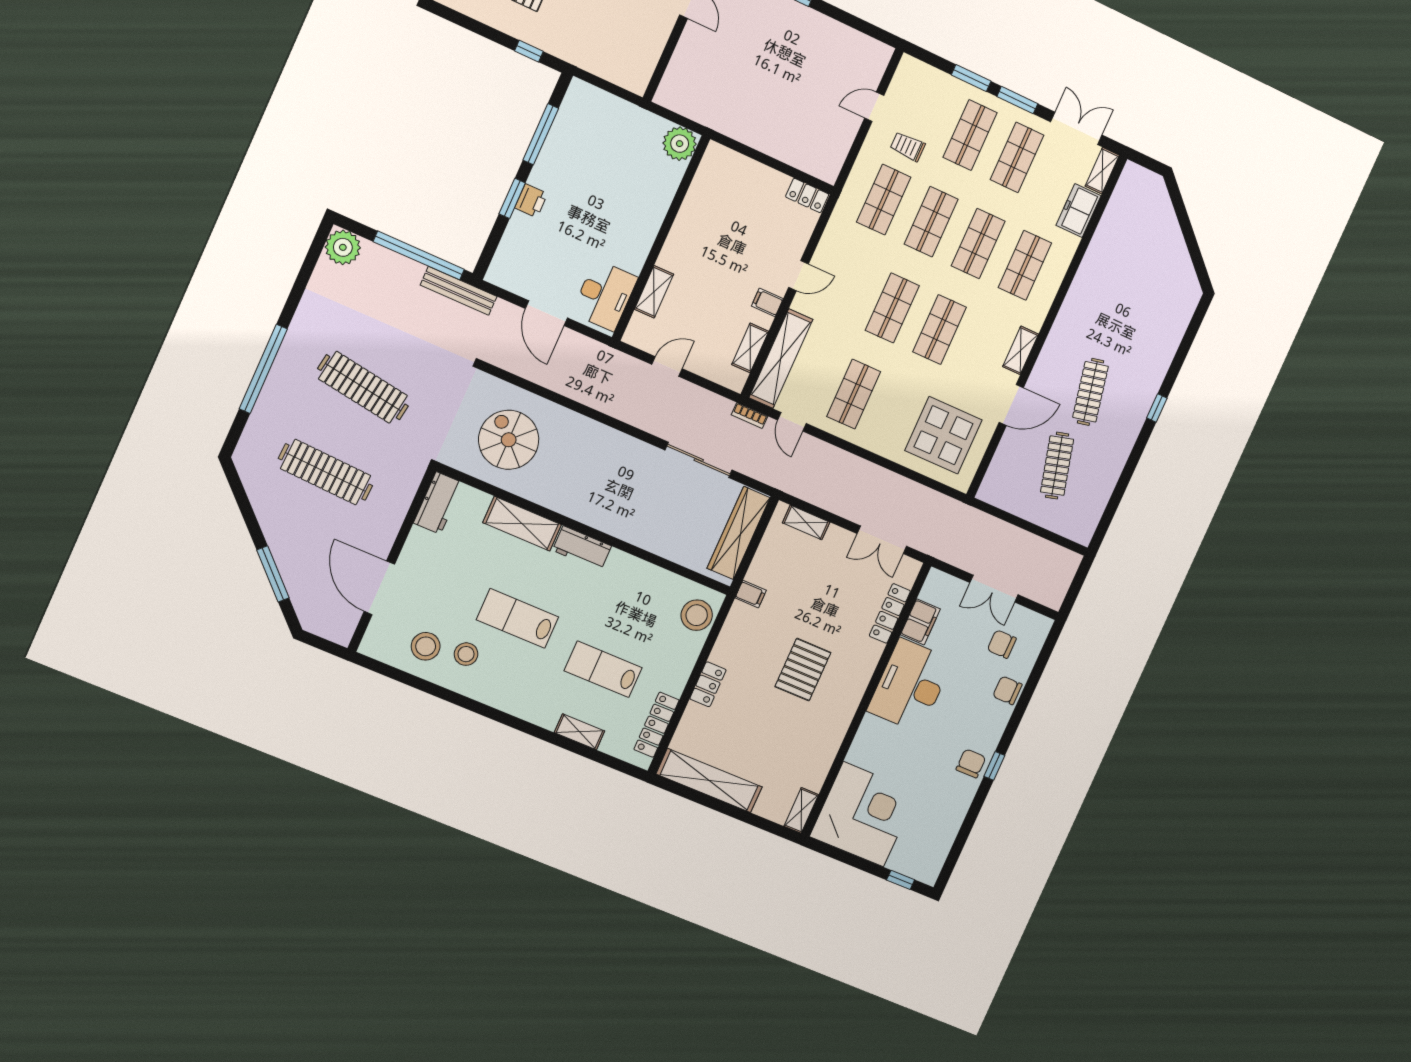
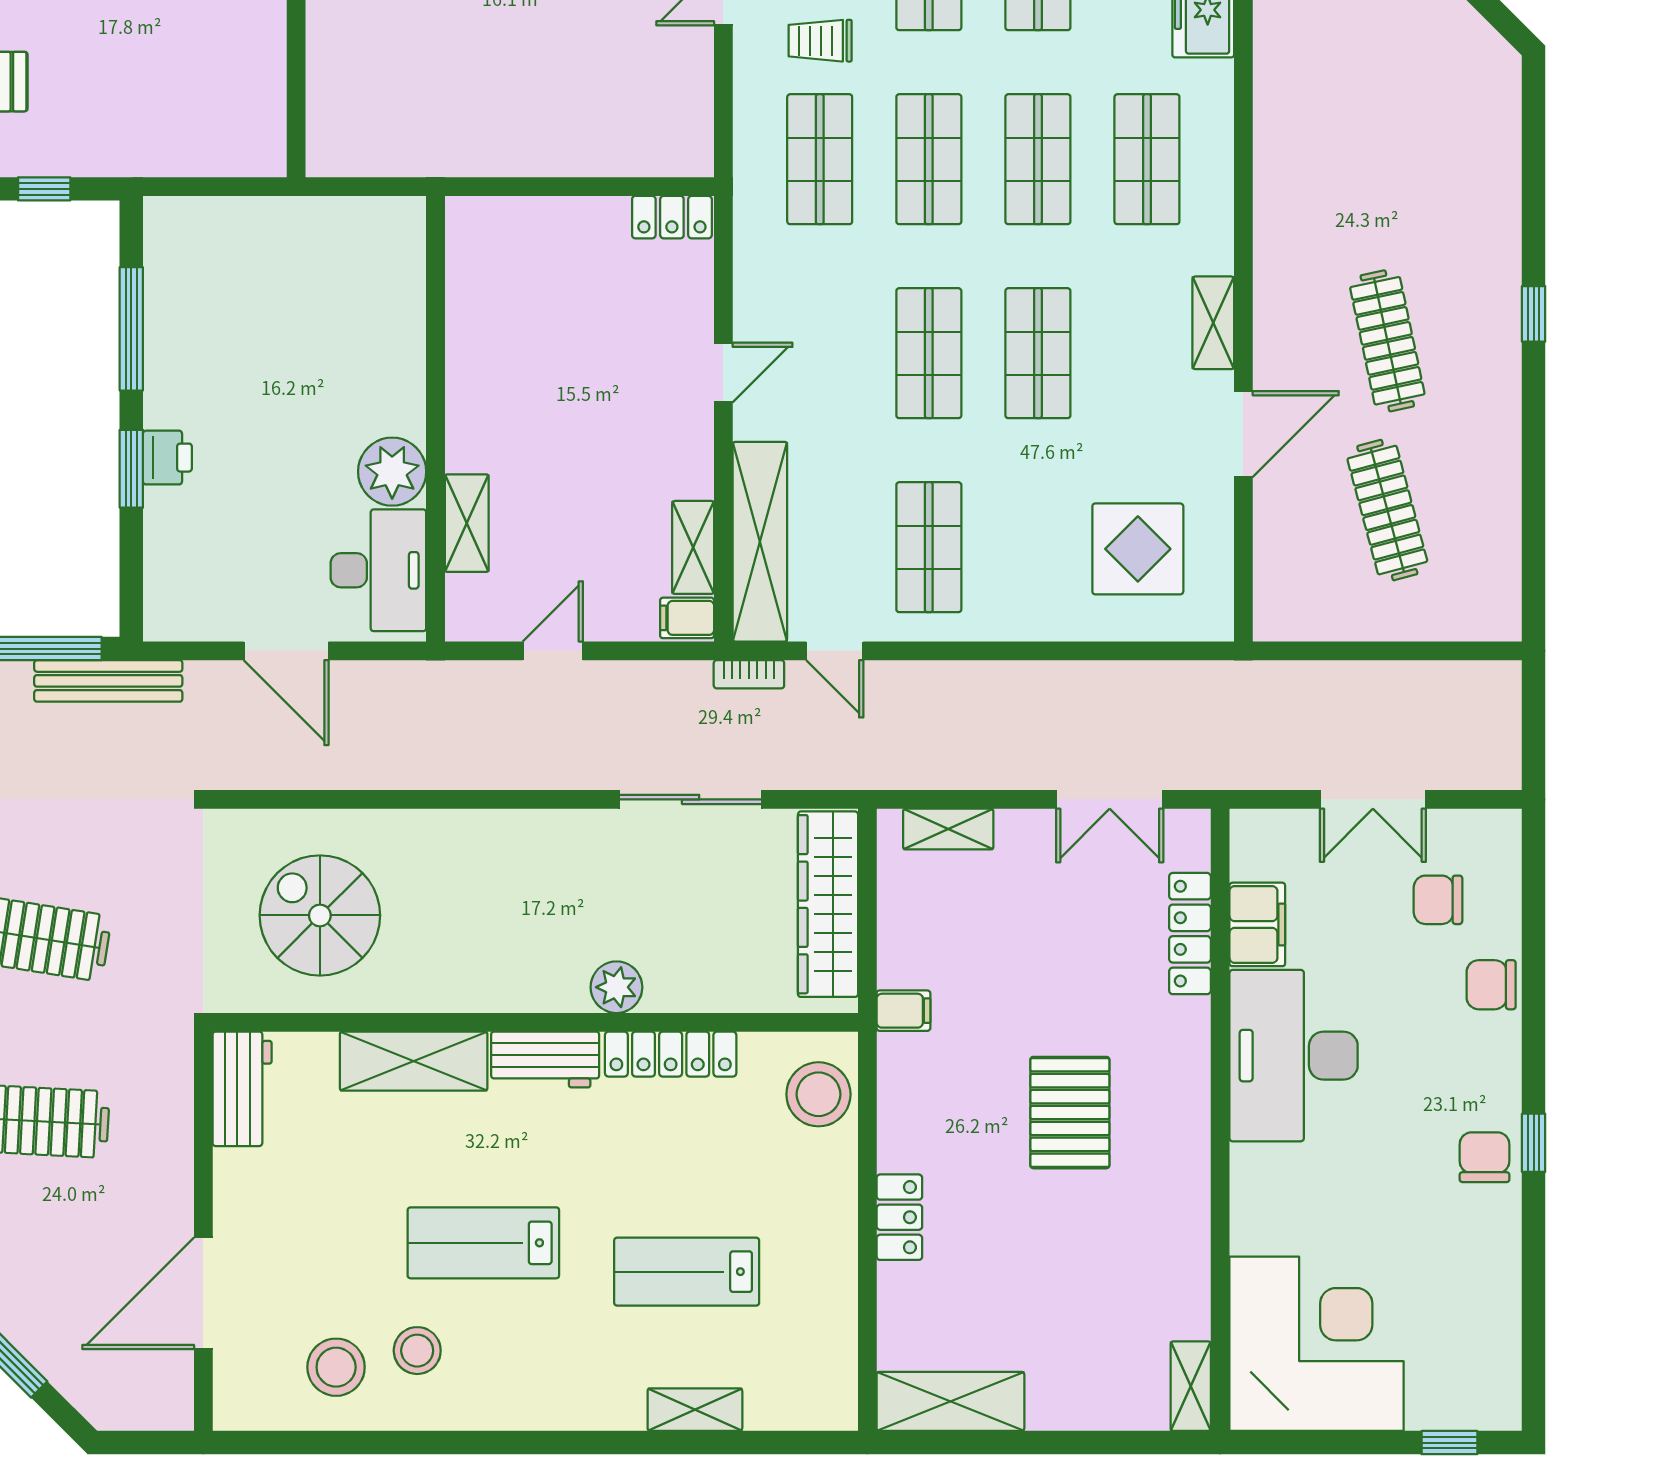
plant: (680, 144) -> (392, 472), moved
filing cabinet: (767, 302) -> (687, 618), moved
display table: (944, 435) -> (1138, 549), width x0.73, depth x0.73
plant: (628, 530) -> (616, 987), added
door: (379, 588) -> (203, 1293), hinge flipped
locker: (656, 725) -> (671, 1054), moved, turned -90
shelving: (709, 781) -> (950, 1401), width x0.68

